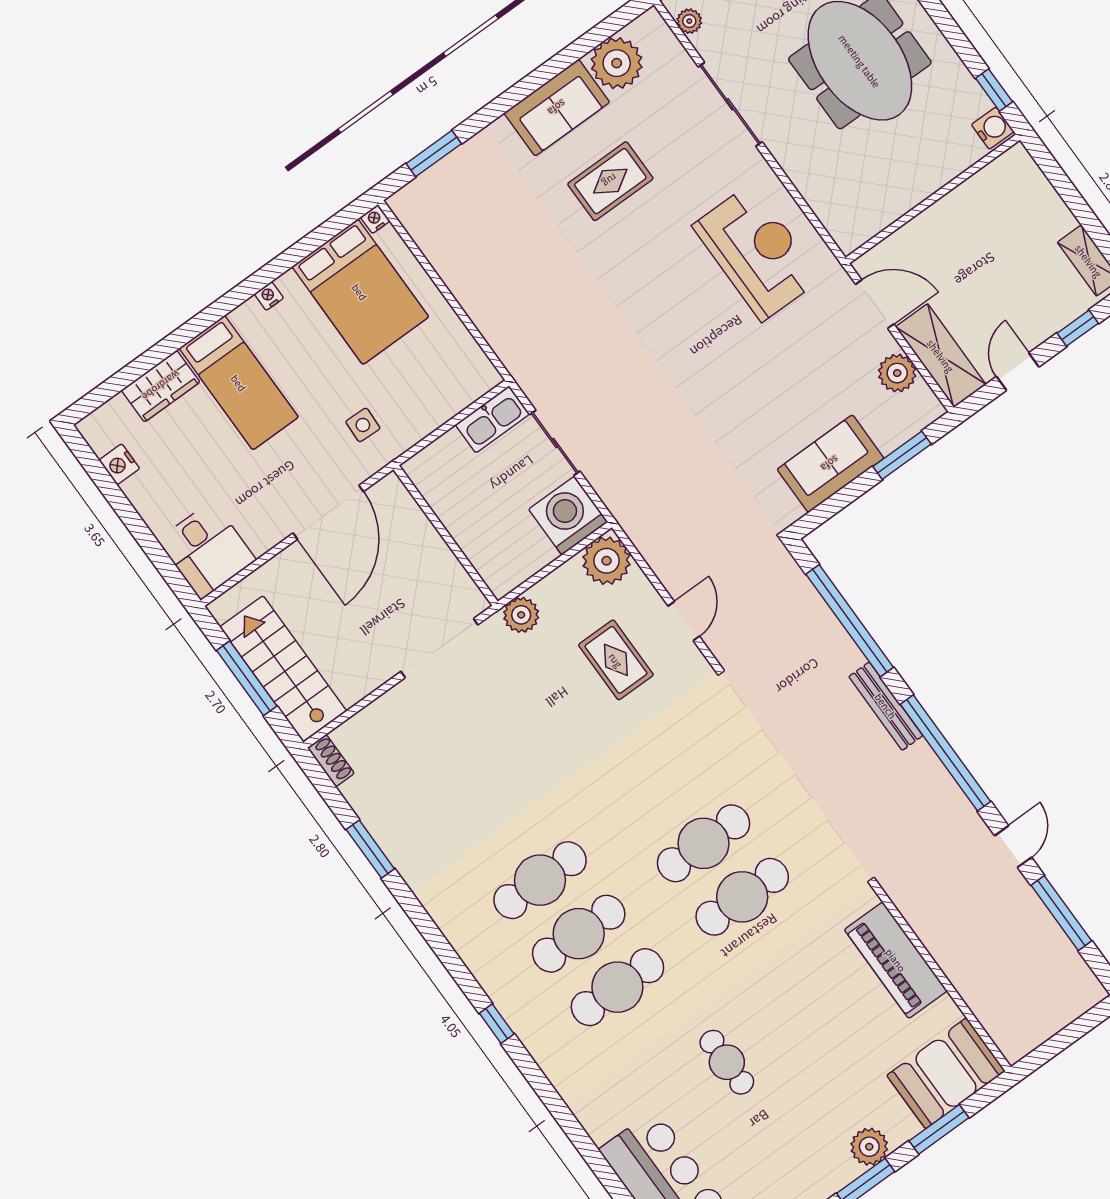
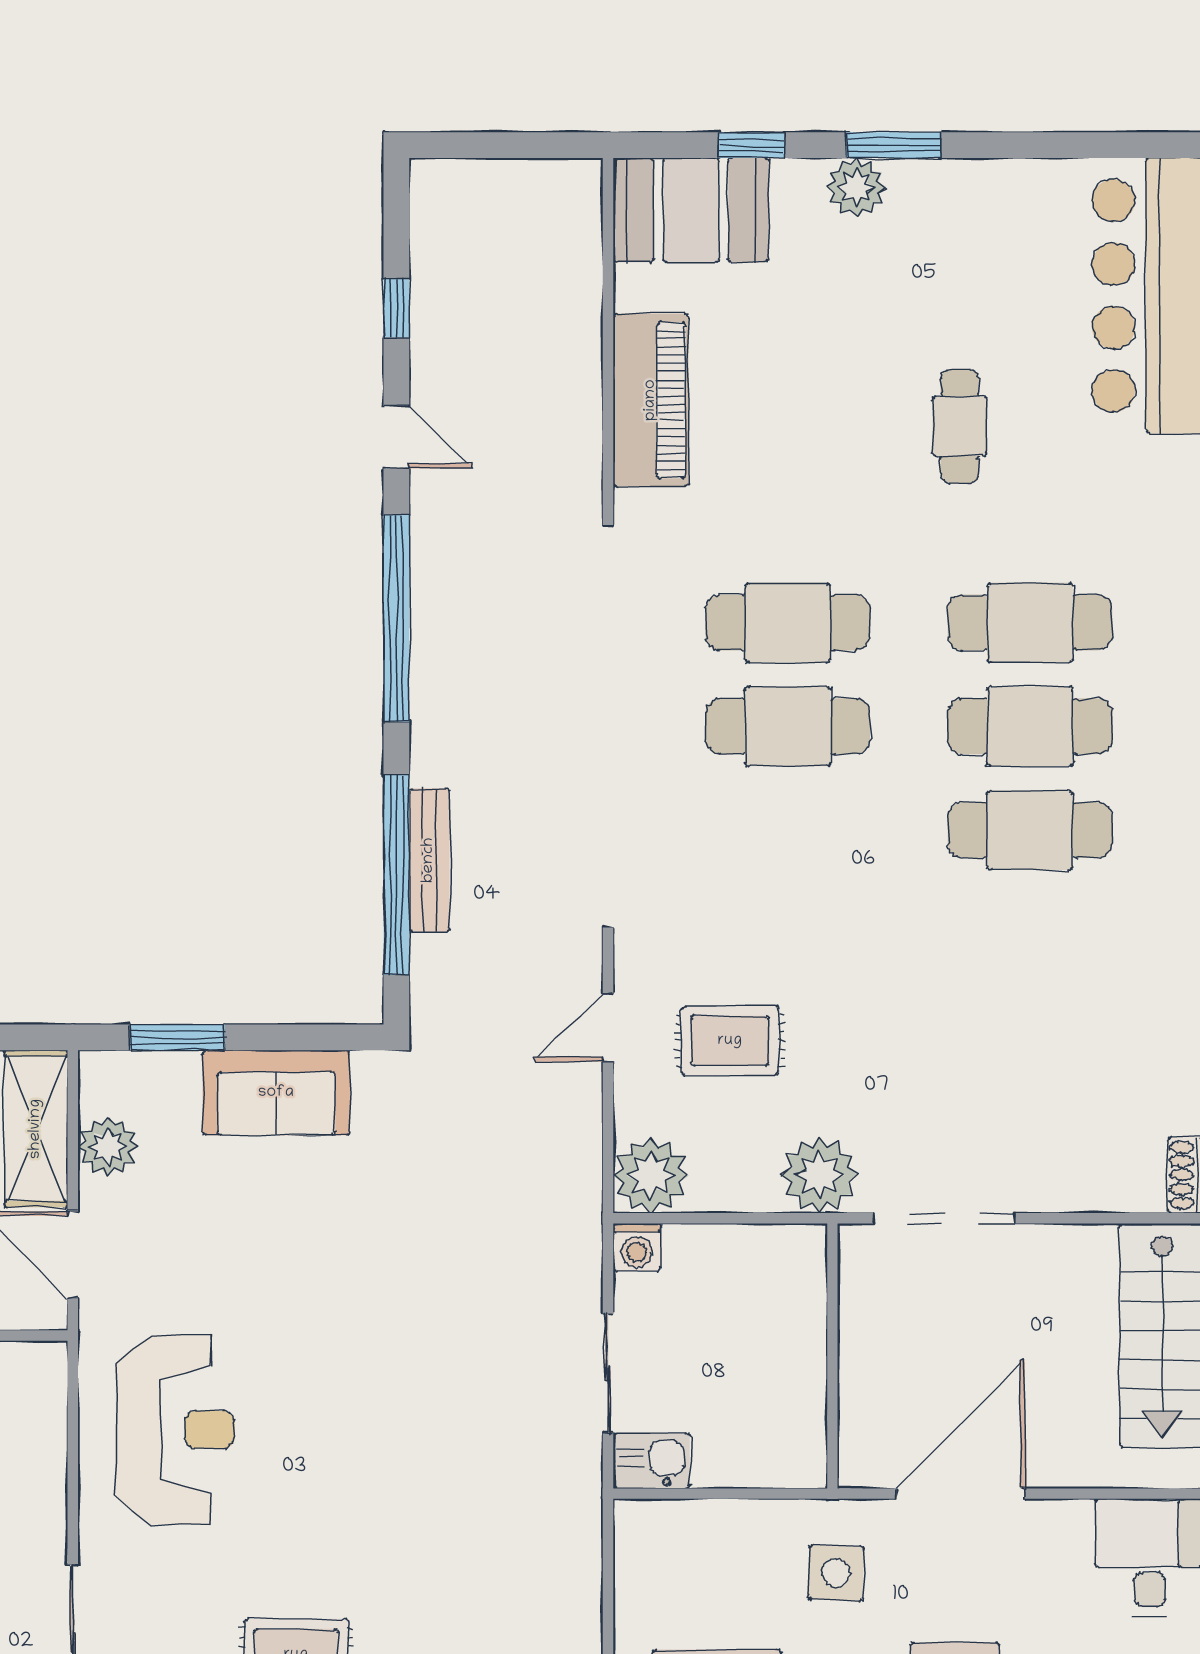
reception desk: (757, 252) -> (175, 1430), turned 180
kitchen sink: (492, 419) -> (651, 1461), width x0.73
side table: (363, 425) -> (836, 1573), width x1.37, depth x1.37
washing machine: (568, 516) -> (637, 1247), width x0.53, depth x0.53
plant: (521, 615) -> (820, 1175), width x1.36, depth x1.36
rug: (616, 660) -> (730, 1041), turned 90
bench: (886, 706) -> (429, 860), moved
door: (1013, 846) -> (396, 437), swing flipped
window: (1061, 913) -> (396, 308), width x0.46
window: (939, 1129) -> (752, 145), width x0.67

